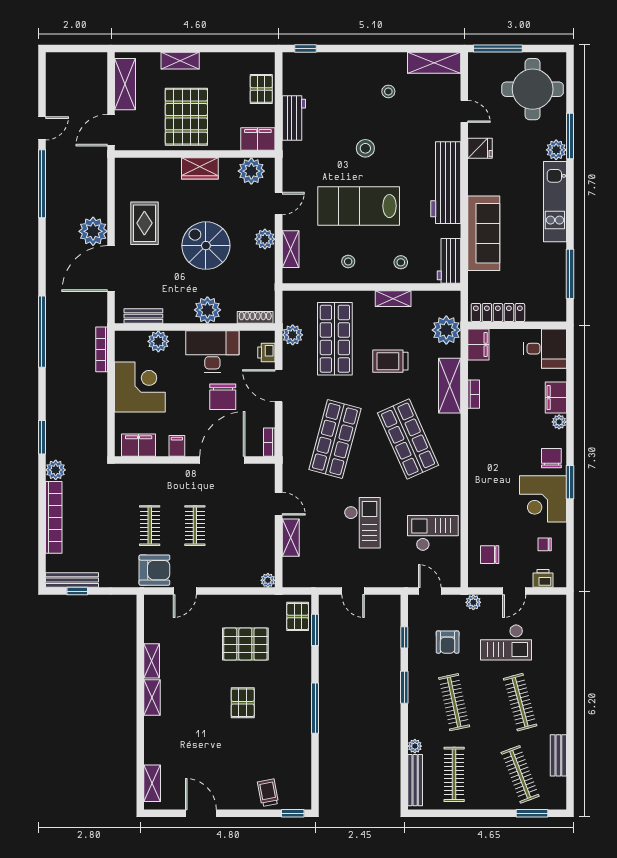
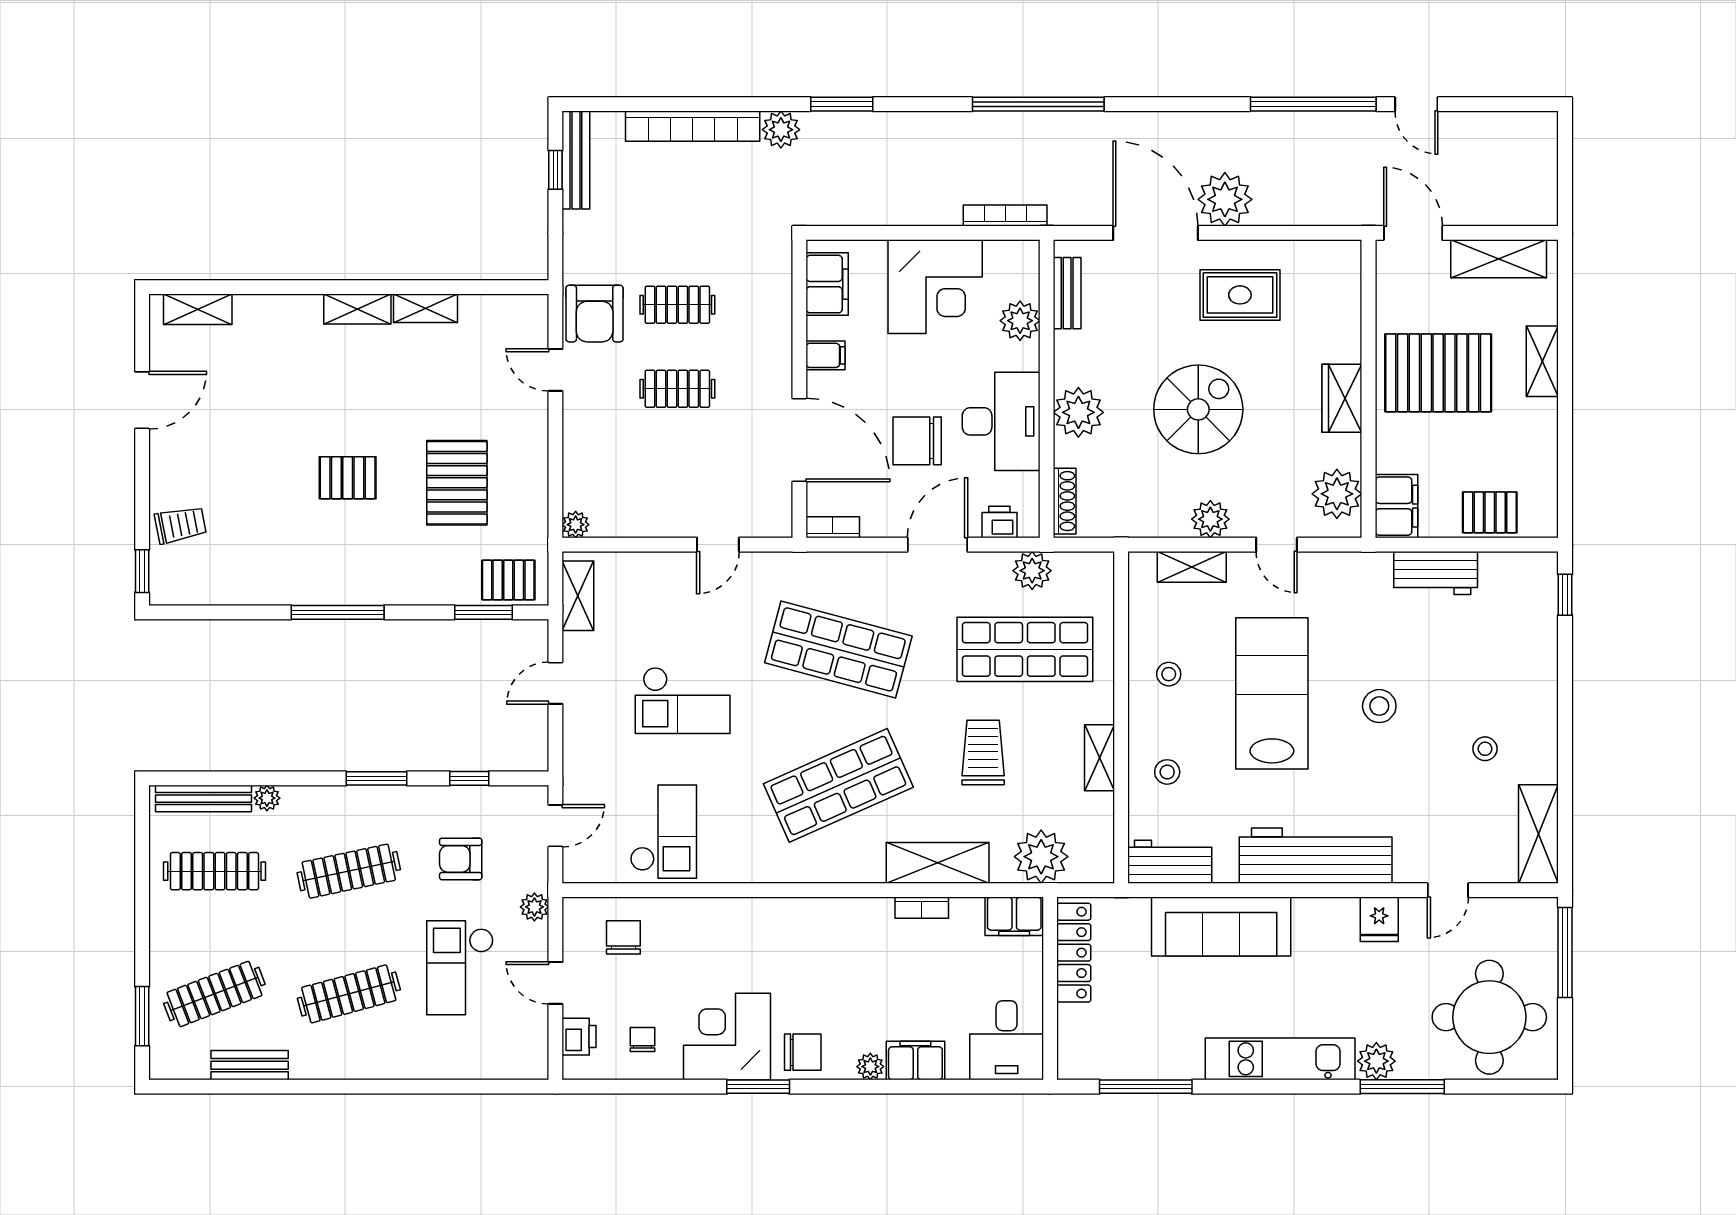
shelving: (291, 538) -> (578, 596), moved, turned 90

